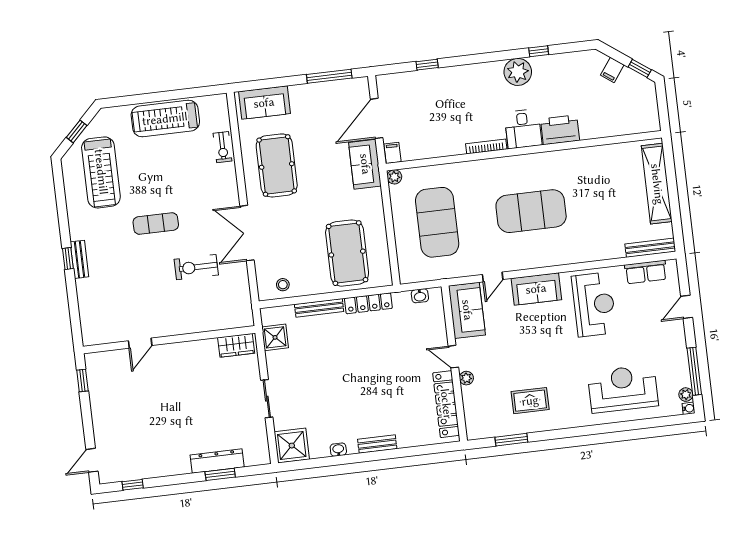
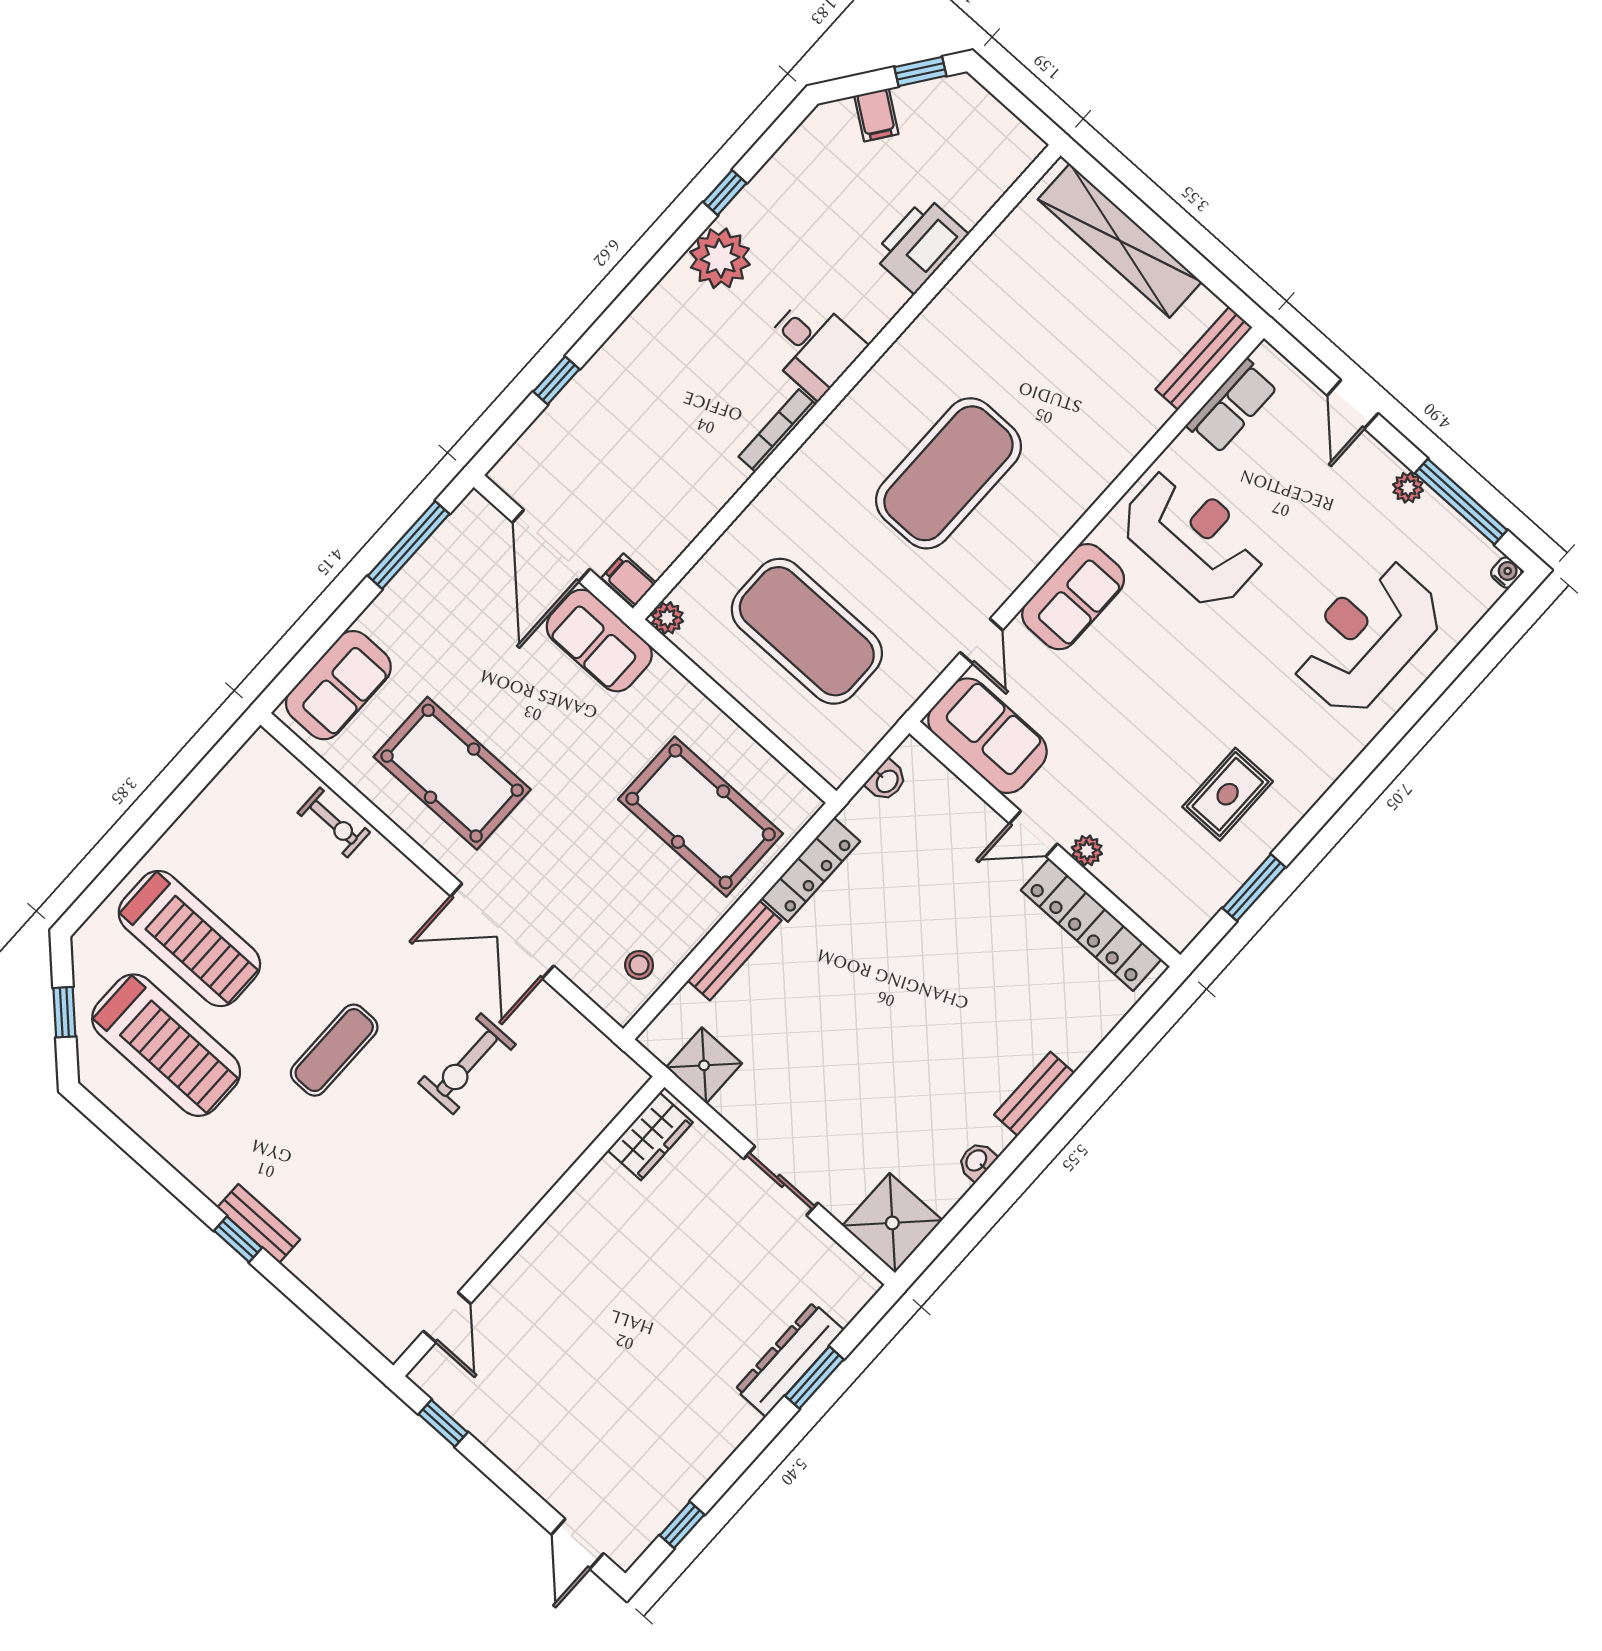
treadmill: (165, 119) -> (189, 938), moved, turned -90
printer: (560, 130) -> (920, 245), moved
door: (140, 343) -> (447, 1317), moved
plant: (686, 395) -> (1408, 488), moved

